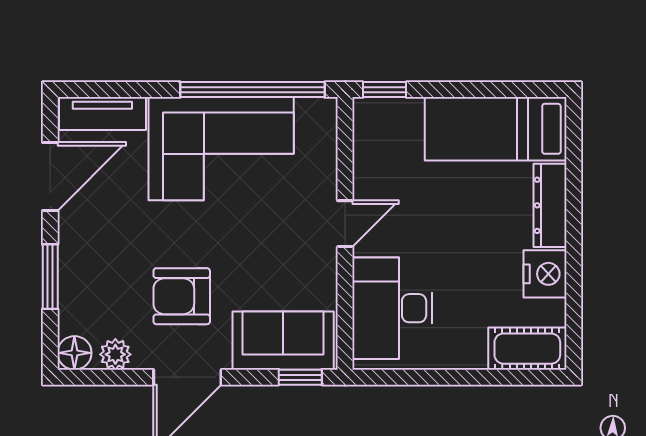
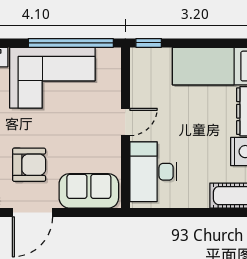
armchair: (182, 296) -> (29, 165), turned 180
window: (300, 377) -> (99, 212), removed

